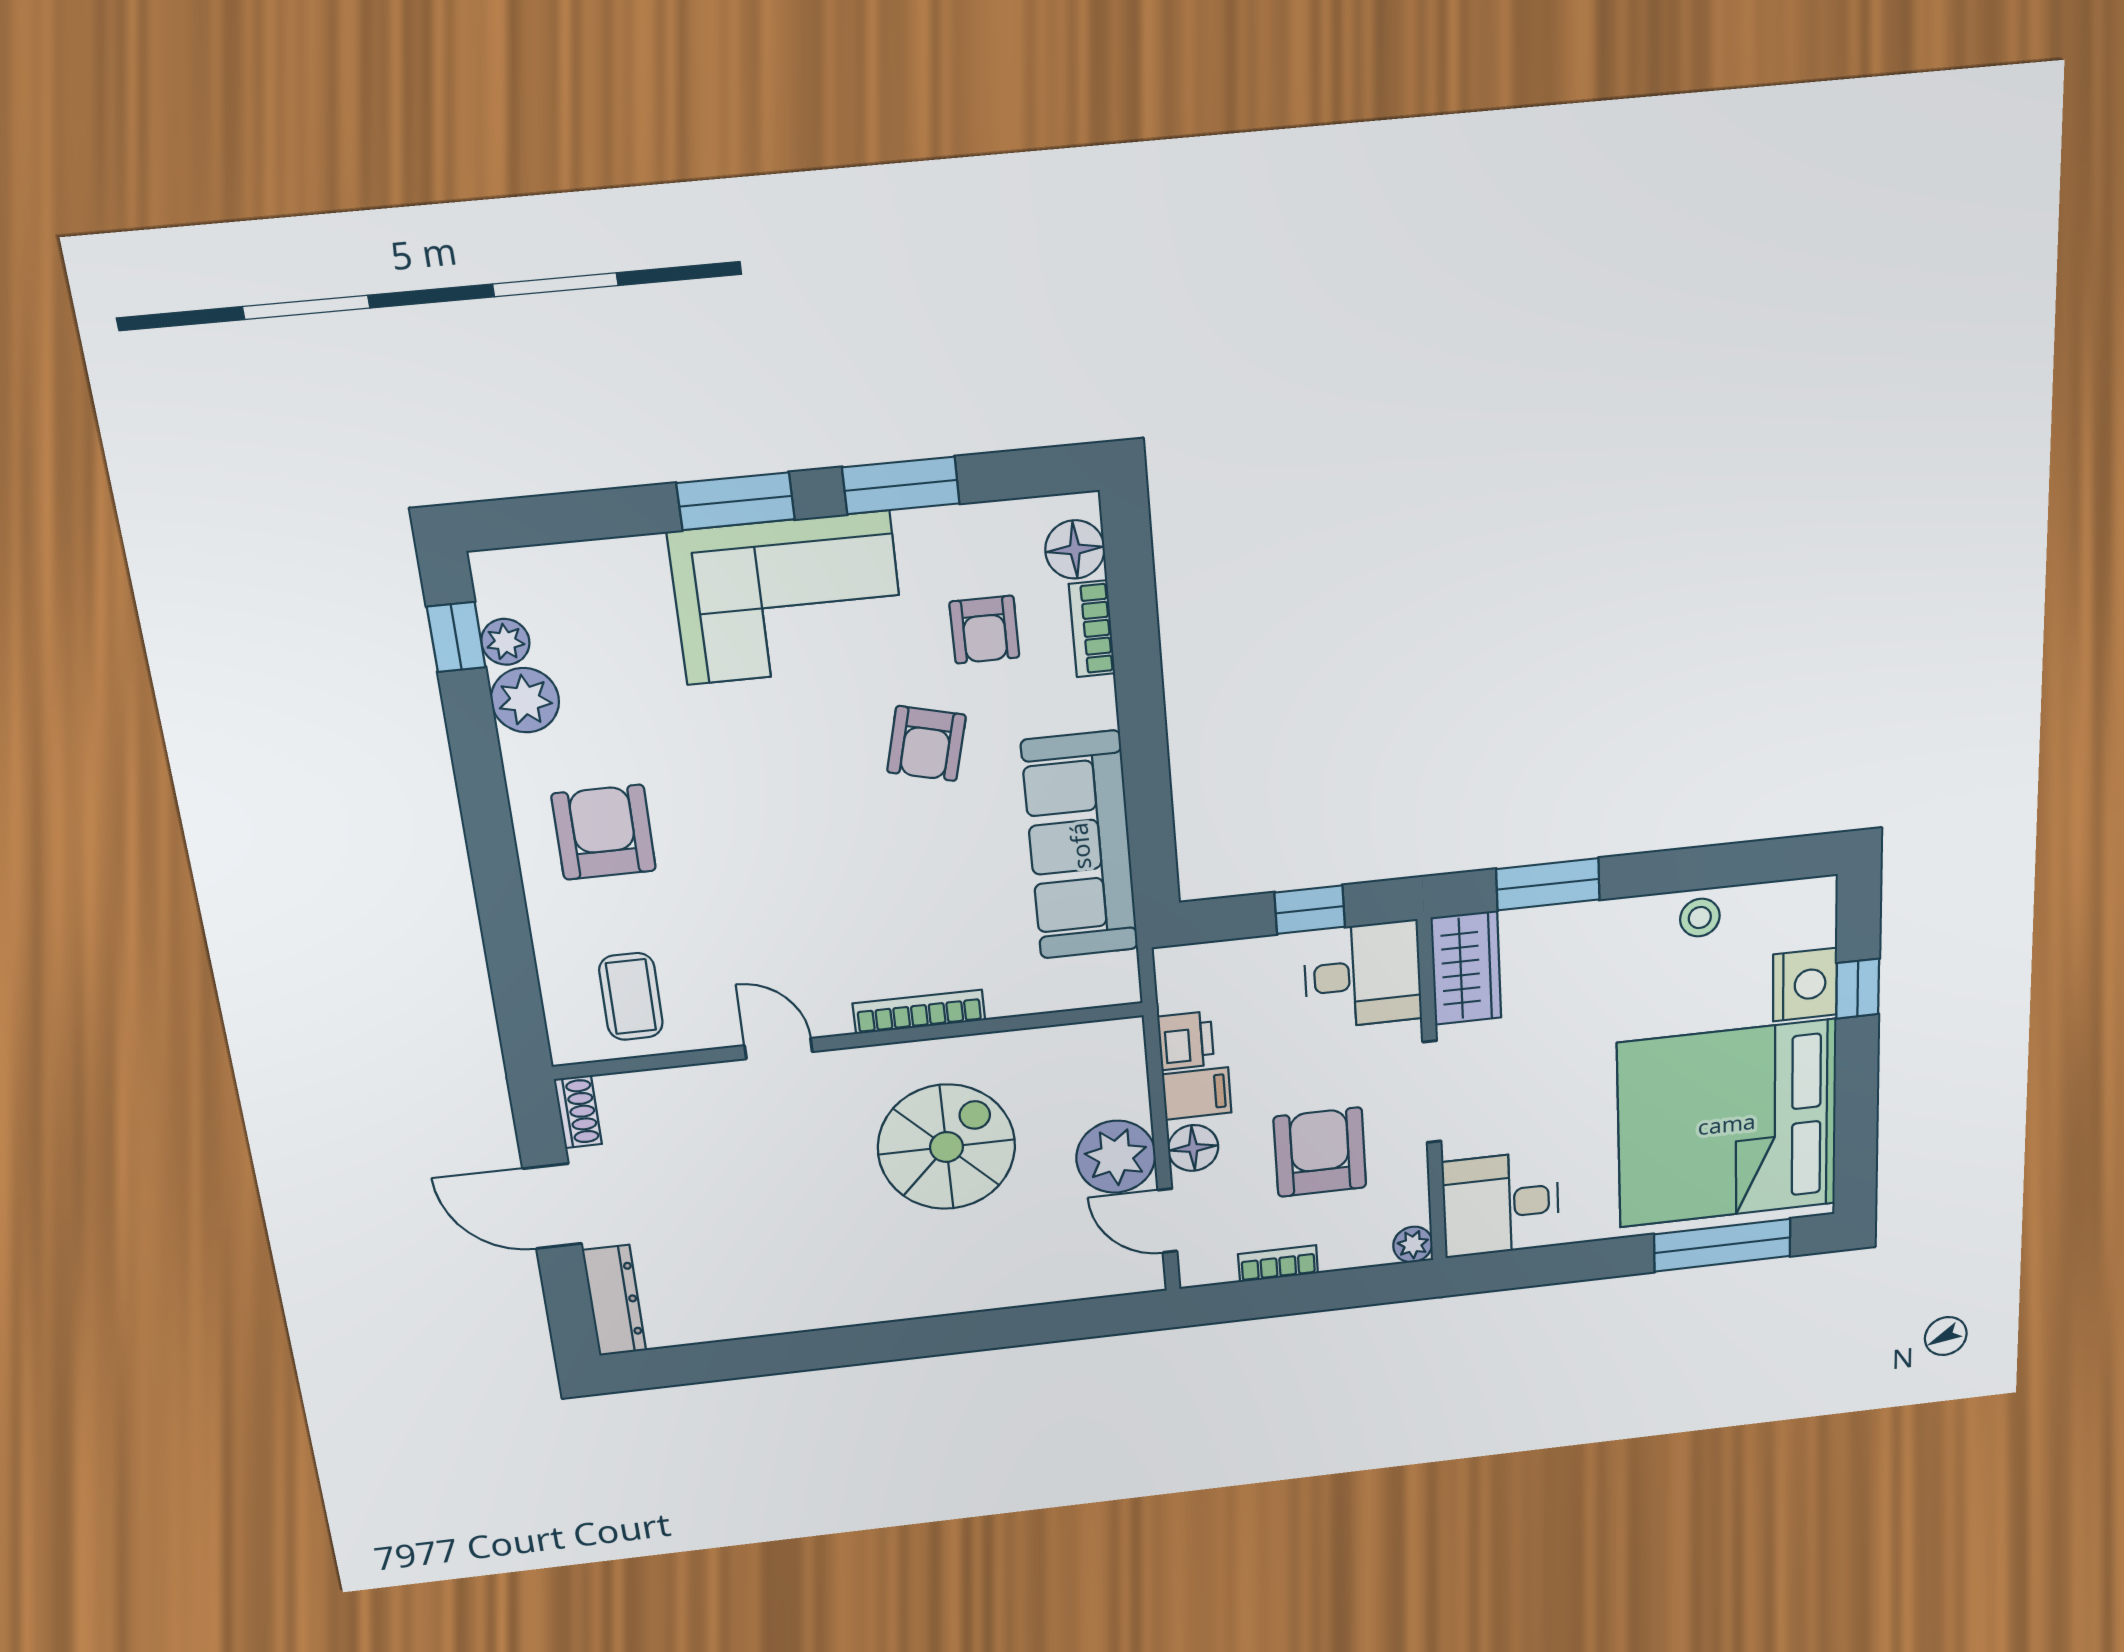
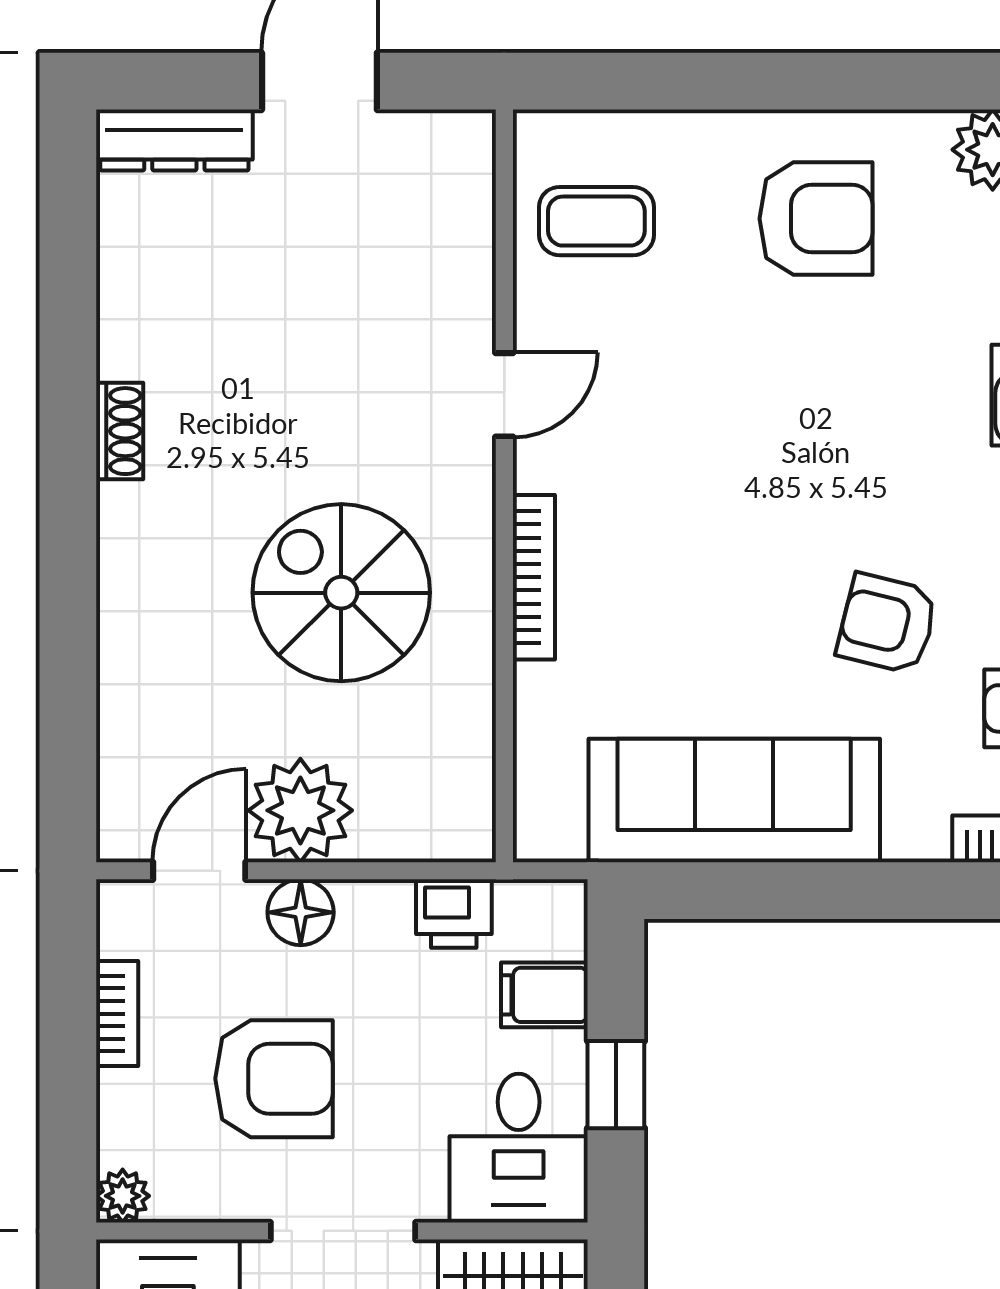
filing cabinet: (1197, 1093) -> (544, 995), moved, turned 90
shoe rack: (578, 1112) -> (120, 431), moved, turned -90
spiral stairs: (946, 1147) -> (341, 593), turned 180

